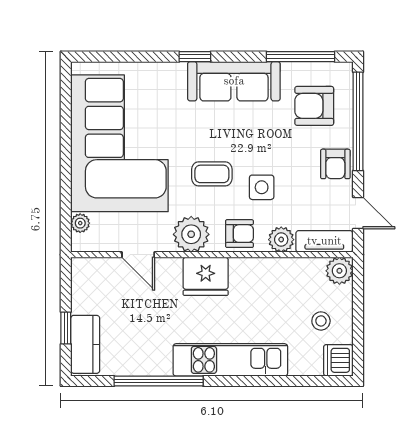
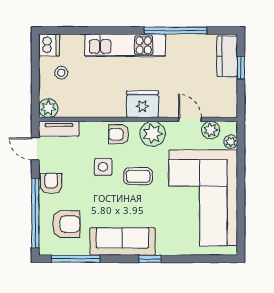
plant: (281, 240) -> (211, 130), moved

